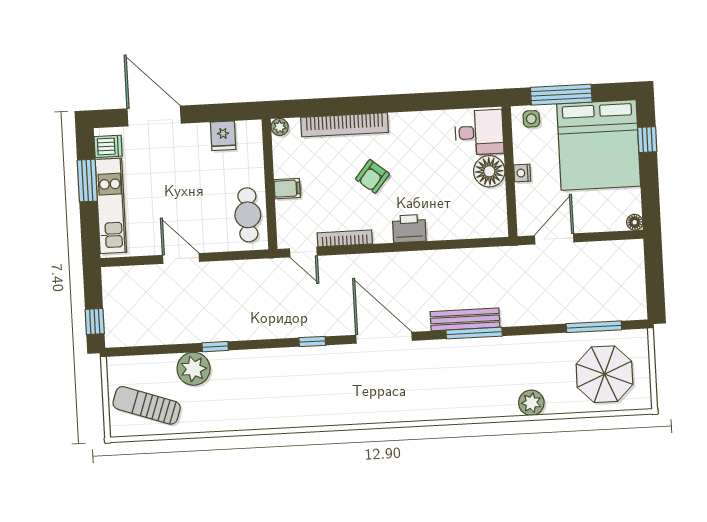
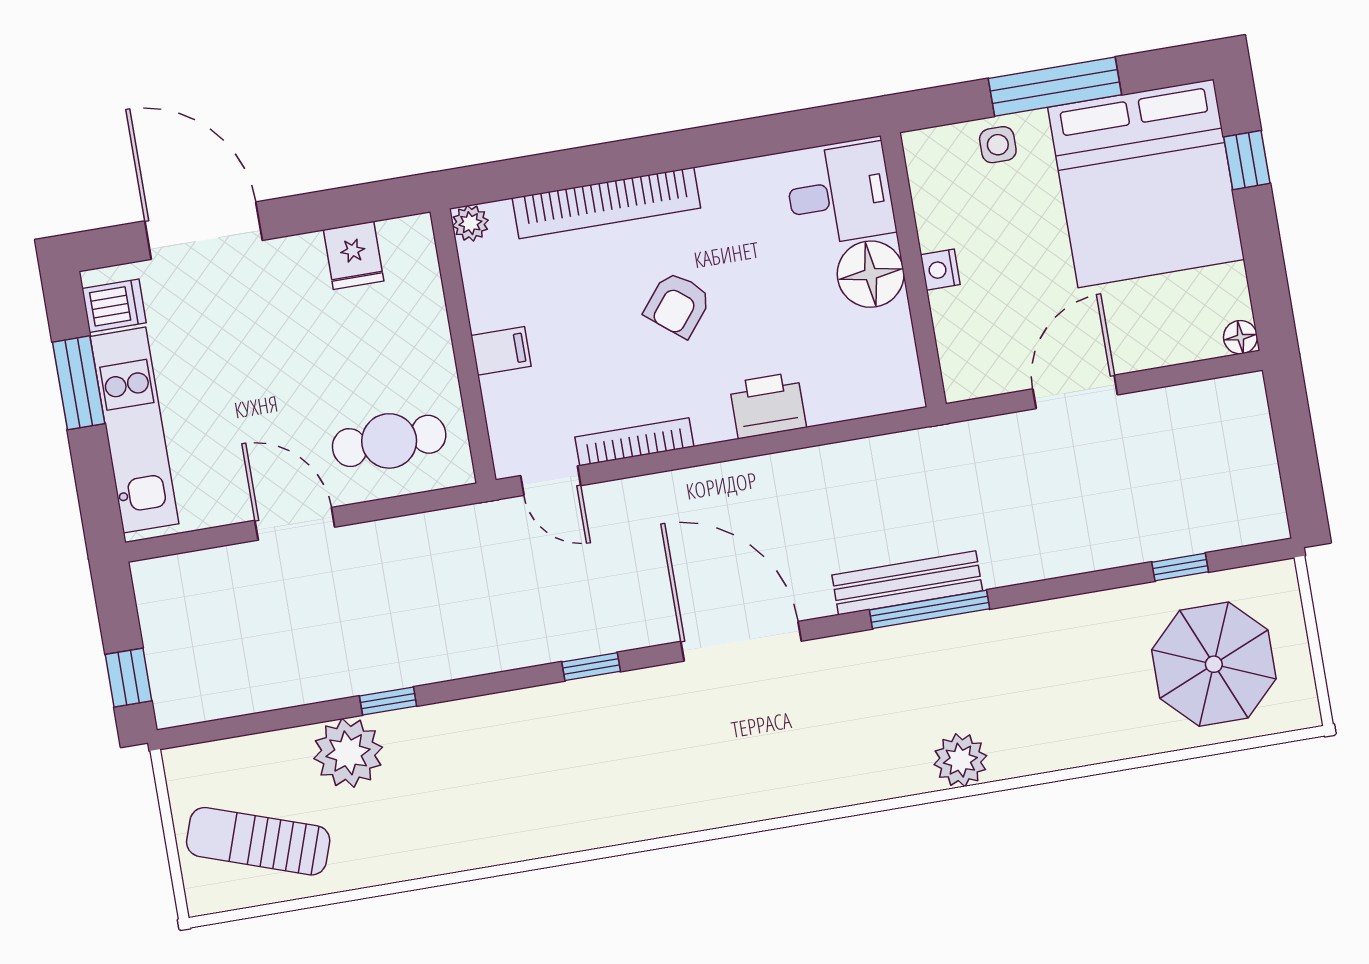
desk: (479, 132) -> (840, 194), moved
floor lamp: (489, 171) -> (871, 274), moved
wall: (510, 172) -> (913, 270), moved
nightstand: (522, 173) -> (940, 270), moved
cafe table: (248, 215) -> (389, 441), moved, turned 90
window: (594, 327) -> (1180, 567), width x0.46
plant: (531, 403) -> (960, 760), moved

